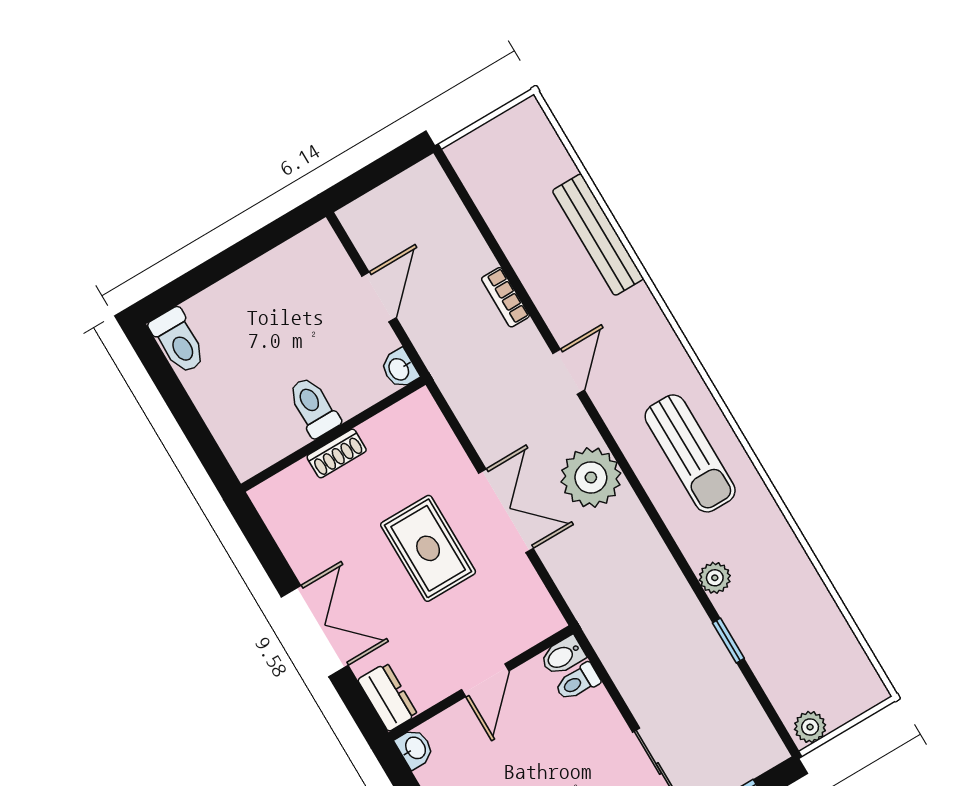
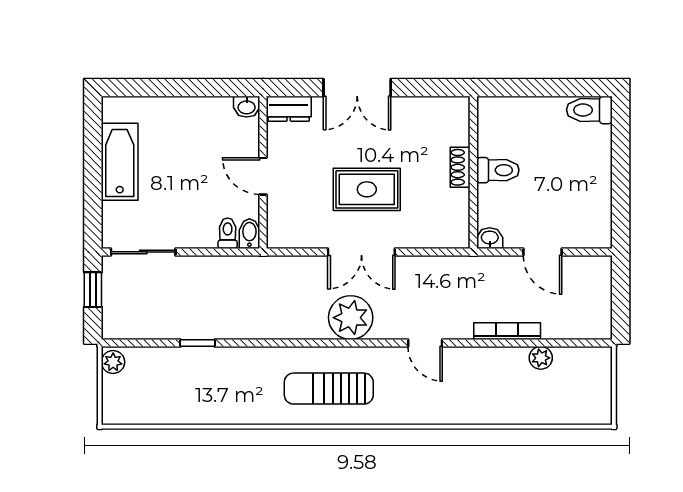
bench: (598, 235) -> (500, 412), removed
bookcase: (505, 297) -> (507, 331), width x1.56
plant: (715, 578) -> (541, 358), moved

